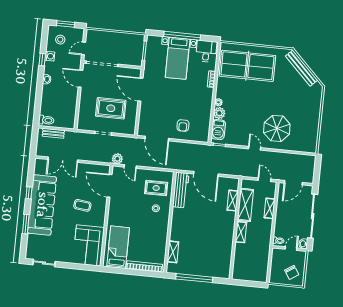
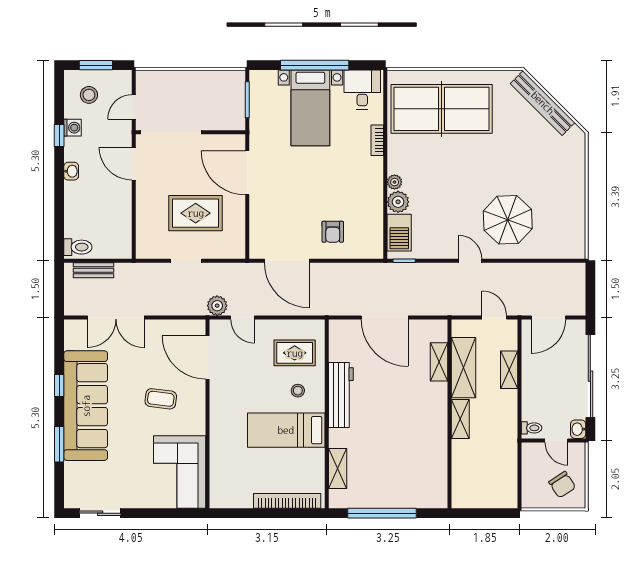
workbench: (181, 190) -> (341, 395), moved
bed: (118, 247) -> (286, 430), moved, turned -90
door: (291, 249) -> (556, 440), swing flipped

